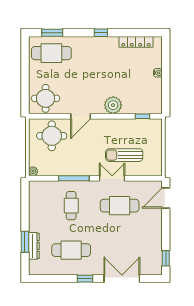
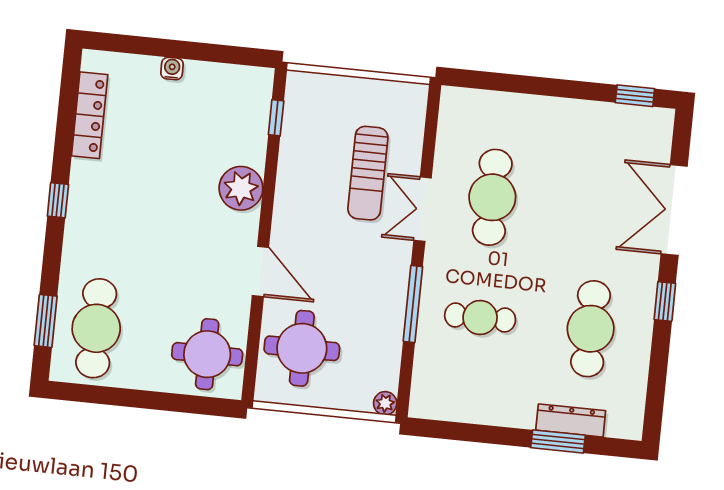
door: (166, 198) -> (485, 80), removed

